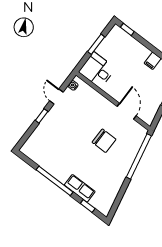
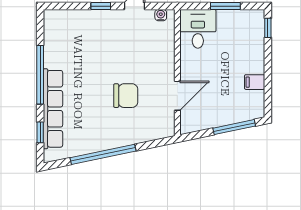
chair: (104, 141) -> (126, 96), turned -90
window: (139, 156) -> (103, 154), moved
row of seats: (80, 188) -> (53, 109), width x2.02

